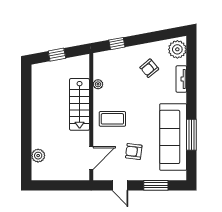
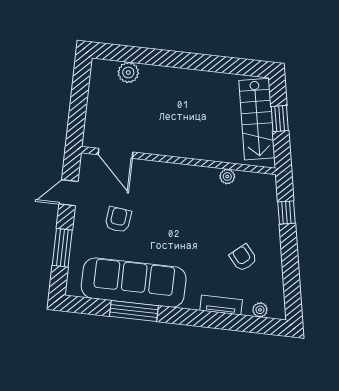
plant: (177, 49) -> (260, 310), width x0.53, depth x0.53
stairs: (80, 104) -> (257, 119), moved, turned -101
coffee table: (112, 119) -> (172, 193), removed

